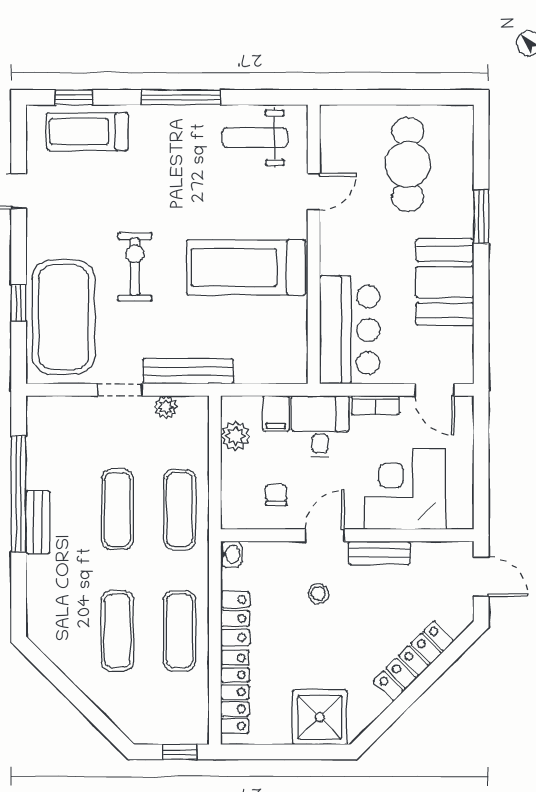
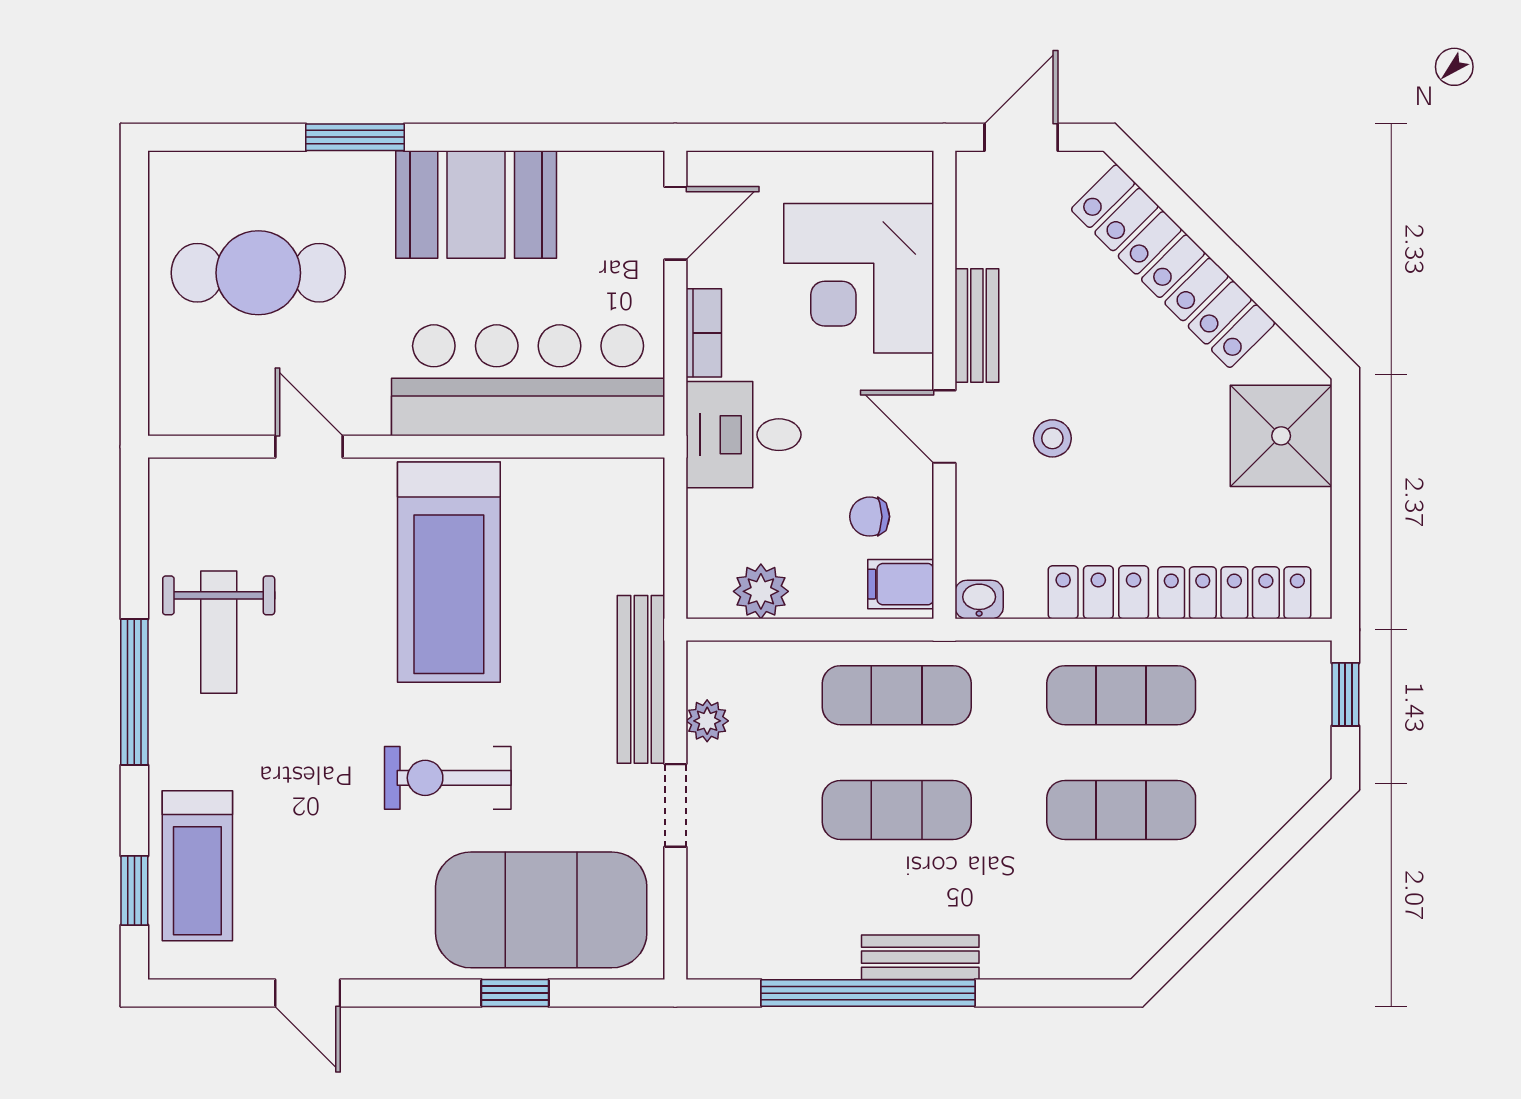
weight bench: (255, 138) -> (219, 632), moved
bar counter: (350, 330) -> (528, 380), width x1.36
filing cabinet: (276, 413) -> (901, 584), moved, turned 180
locker: (414, 661) -> (1173, 266), width x1.41, depth x1.21

